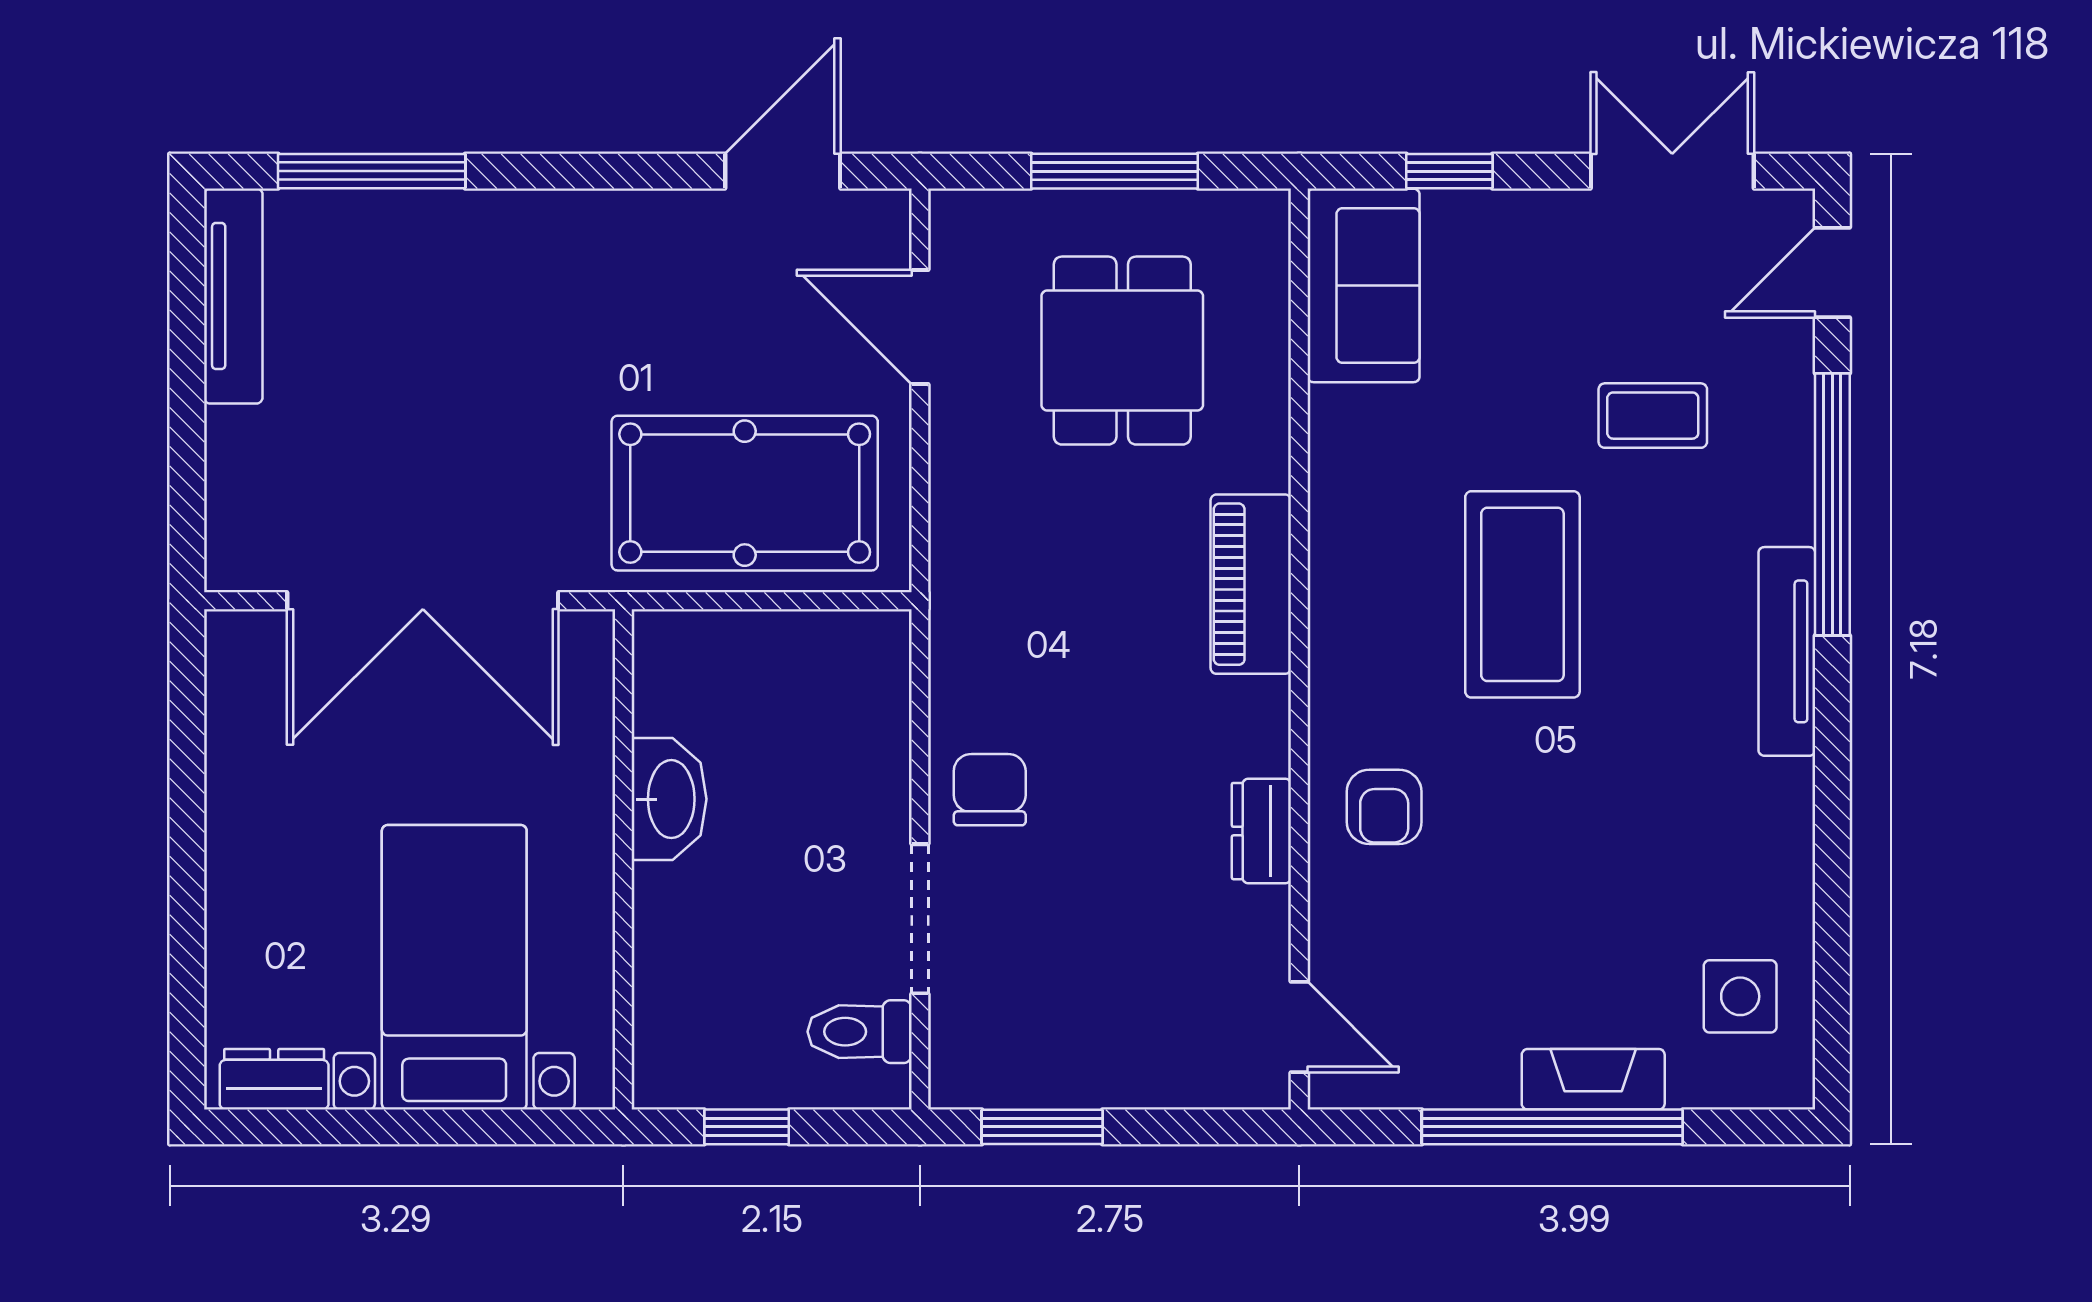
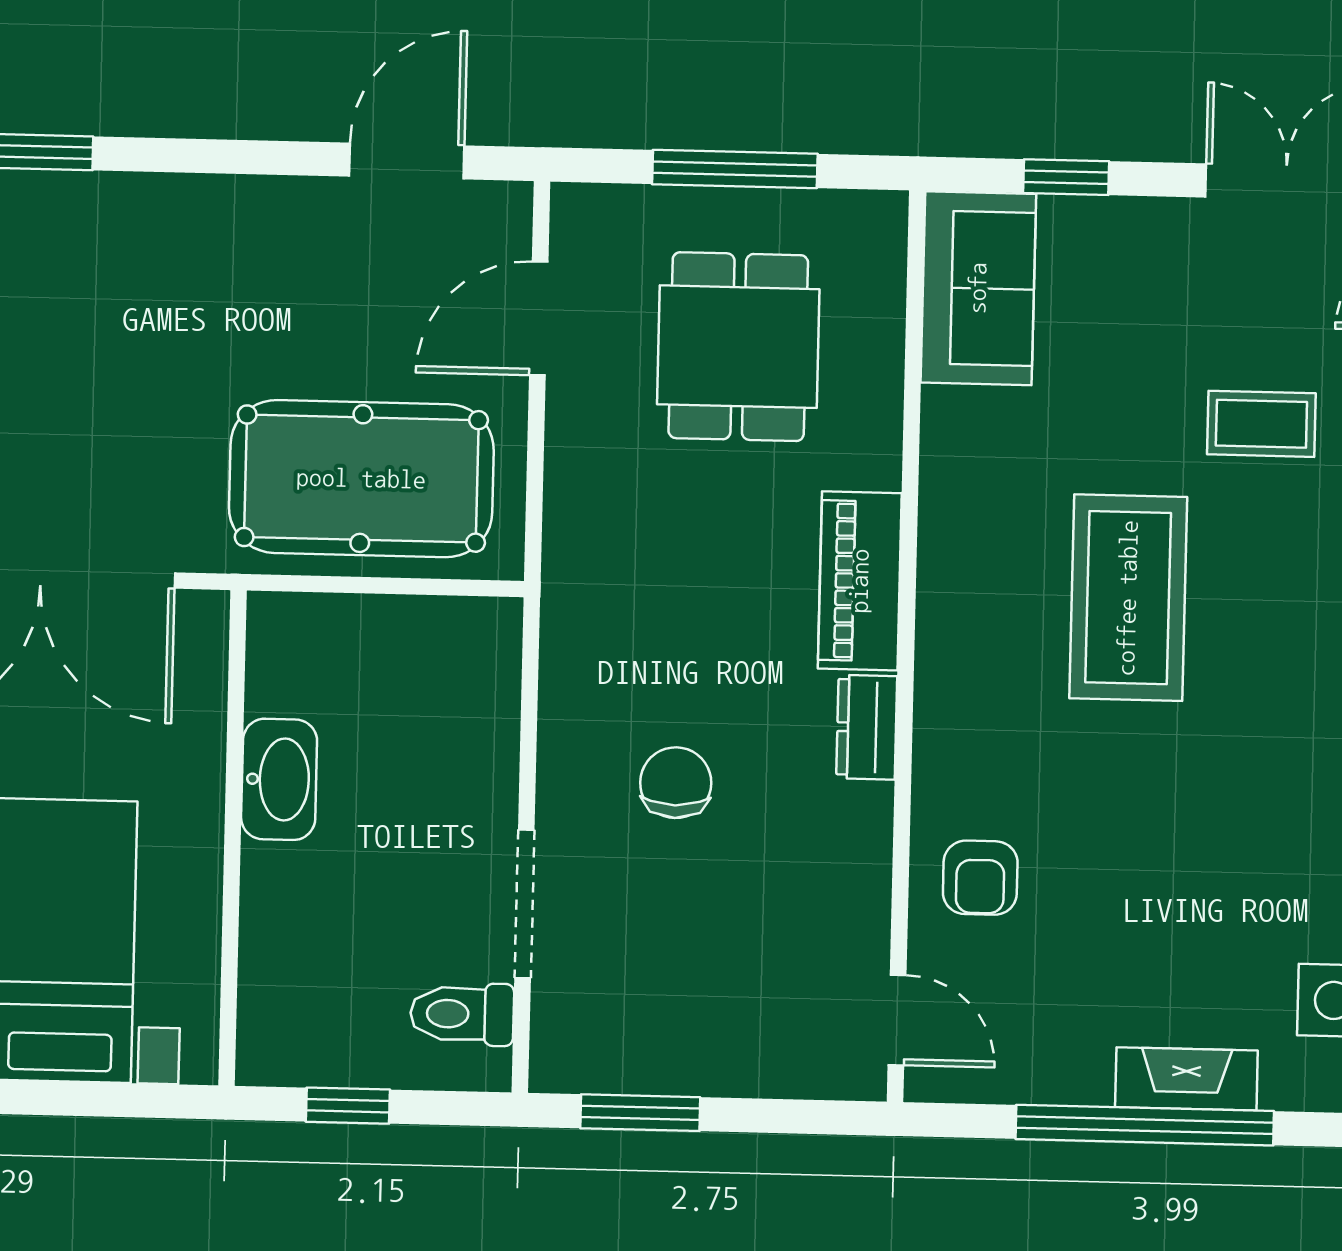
door: (920, 327) -> (539, 318), hinge flipped
chair: (990, 790) -> (676, 783), moved
armchair: (1384, 807) -> (980, 878), moved
dresser: (1261, 831) -> (867, 727), moved

